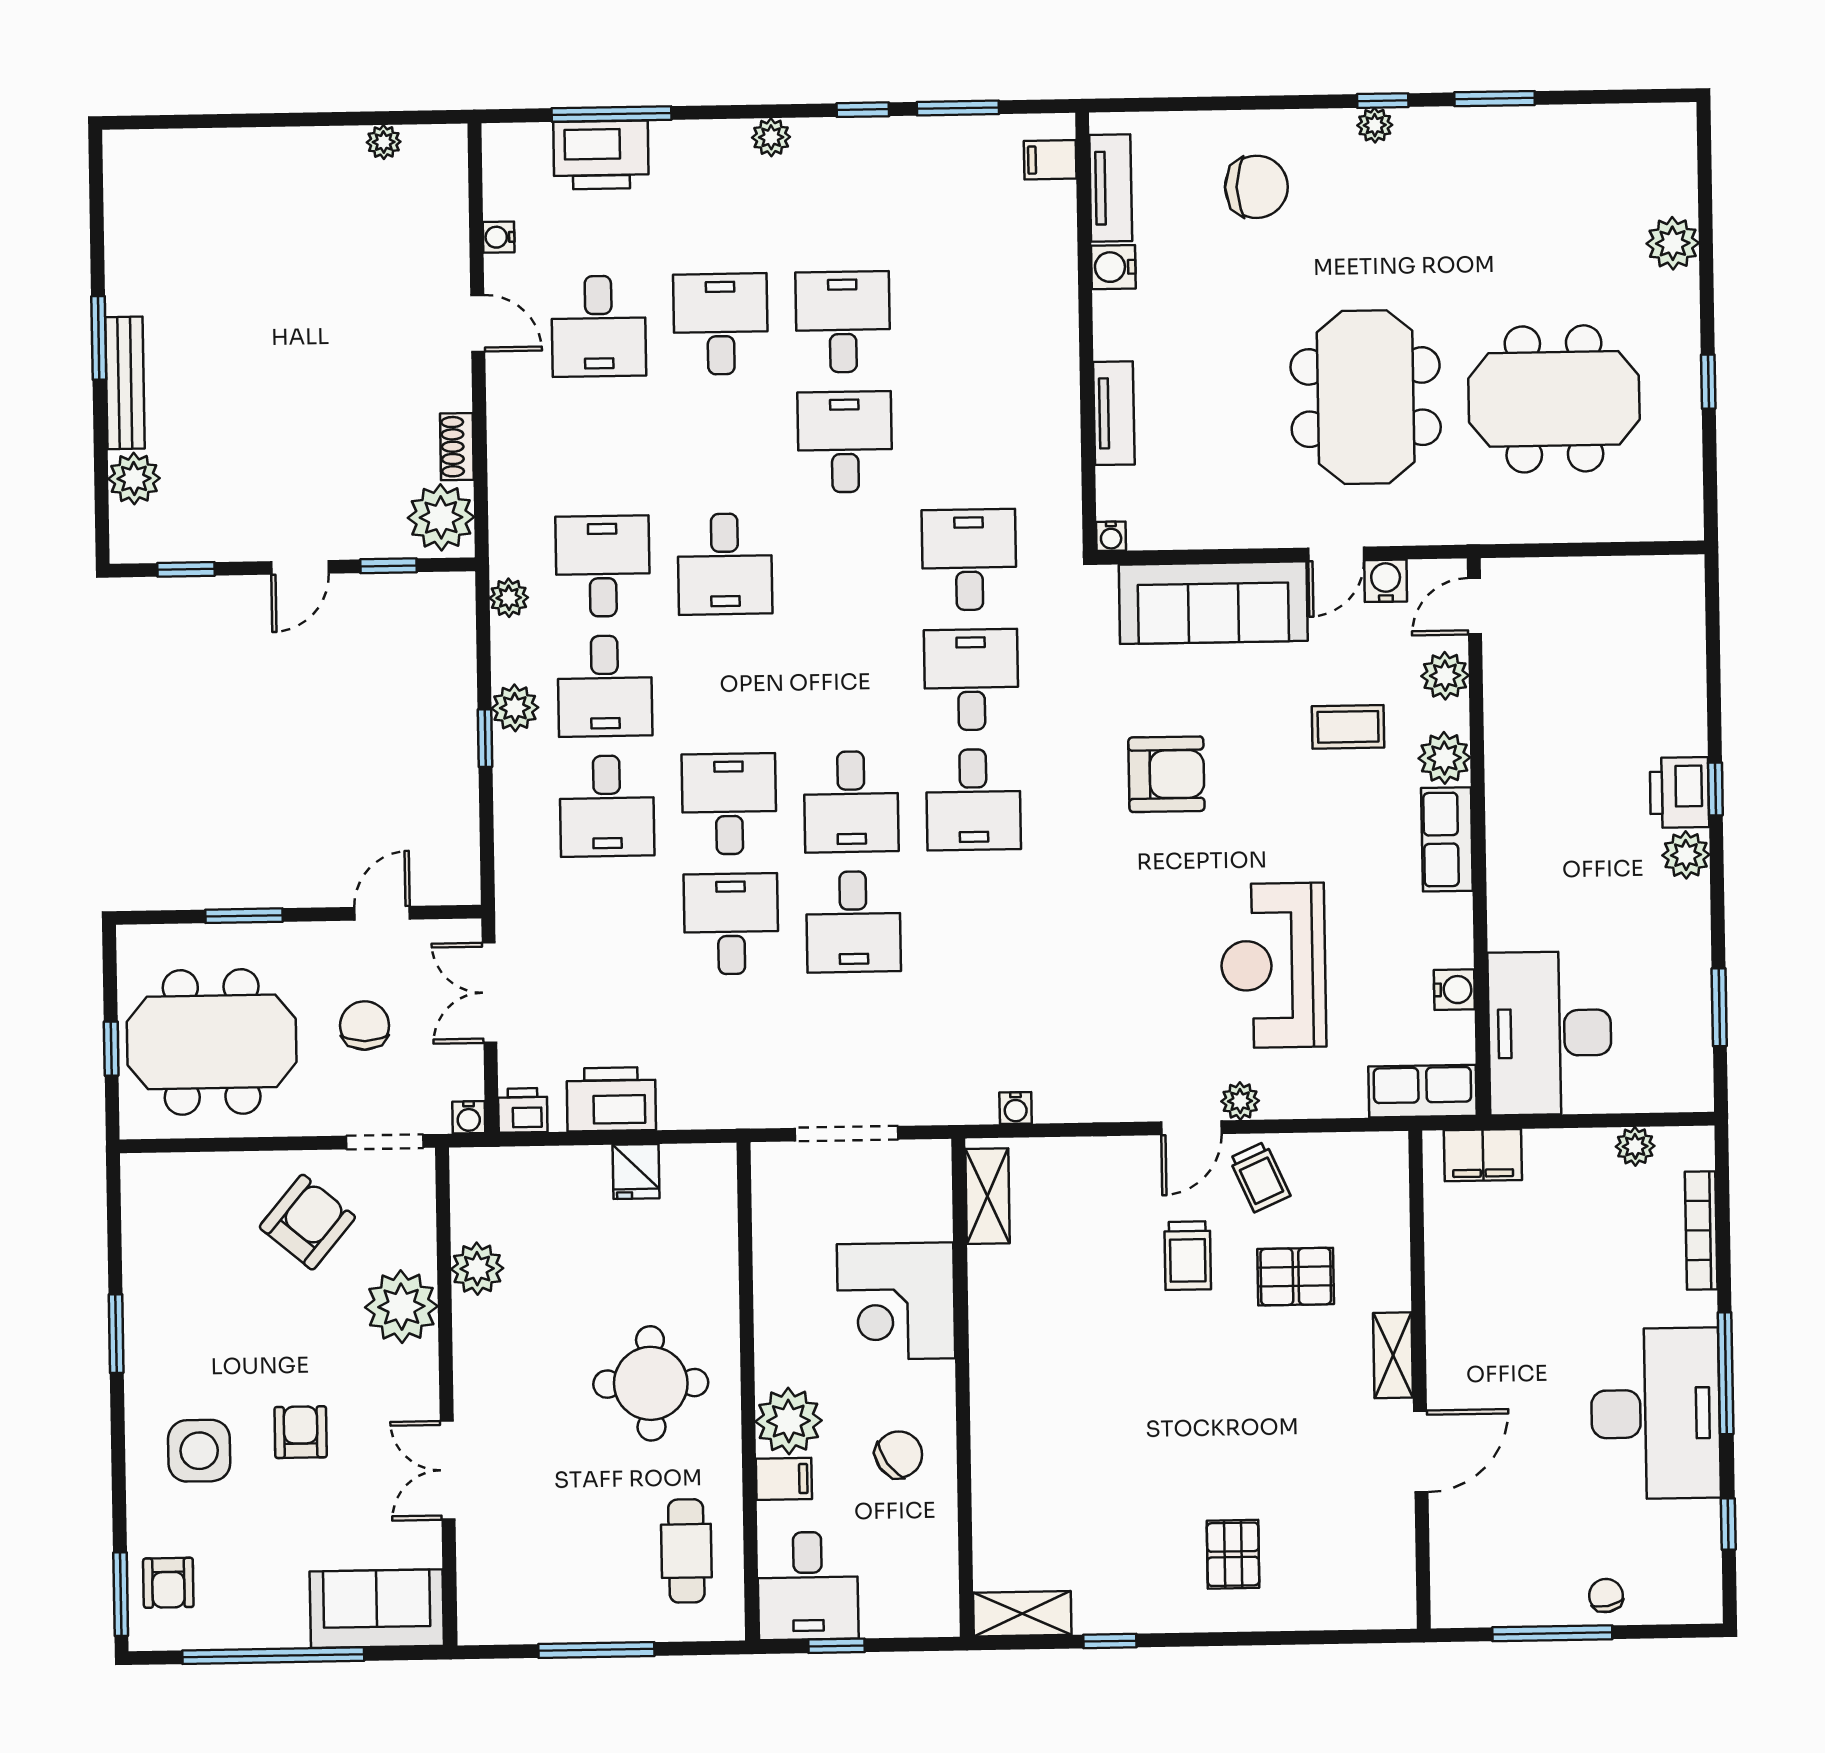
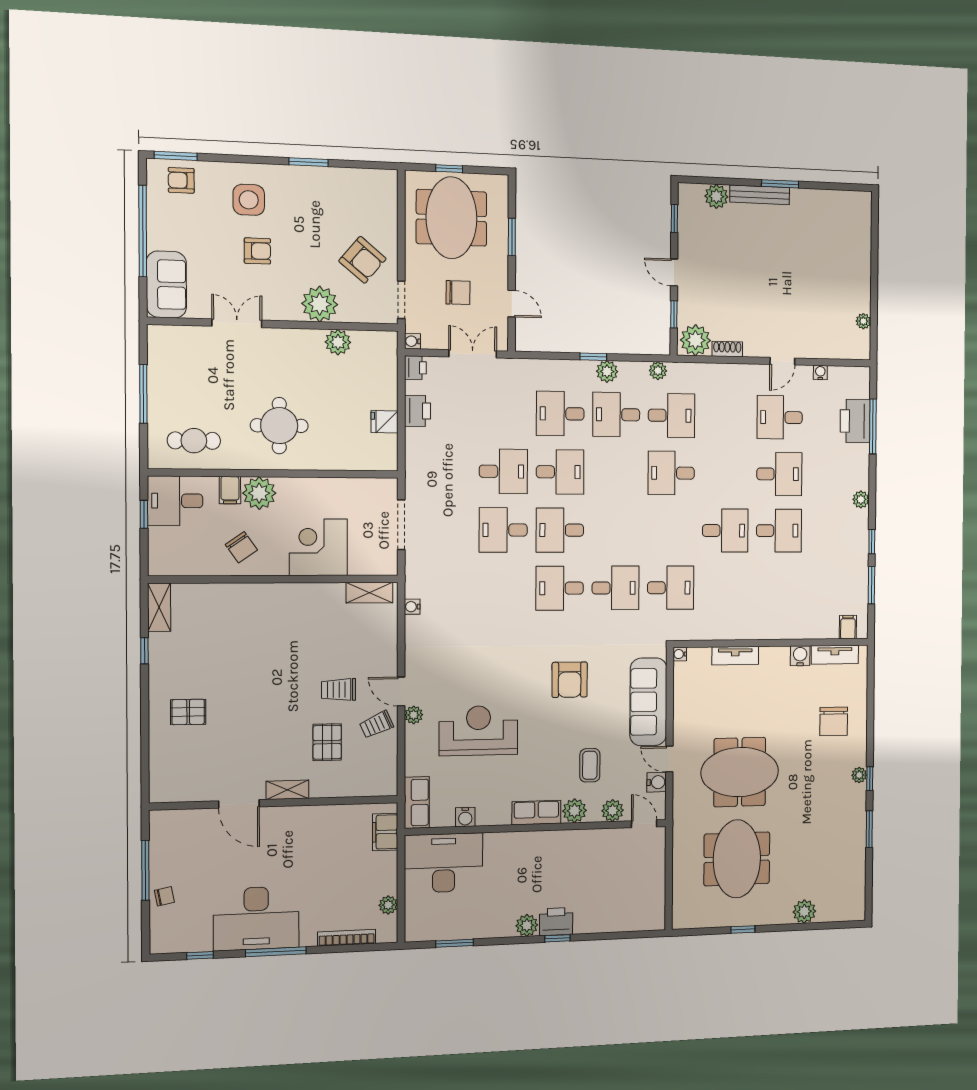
printer: (611, 1099) -> (418, 411), width x0.73, depth x0.84

